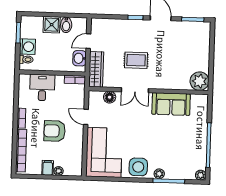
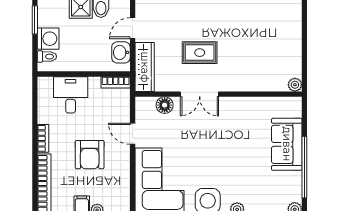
plant: (200, 81) -> (295, 85), width x0.53, depth x0.53
sofa: (171, 104) -> (287, 144), moved, turned 90
armchair: (54, 131) -> (90, 155), turned -90

